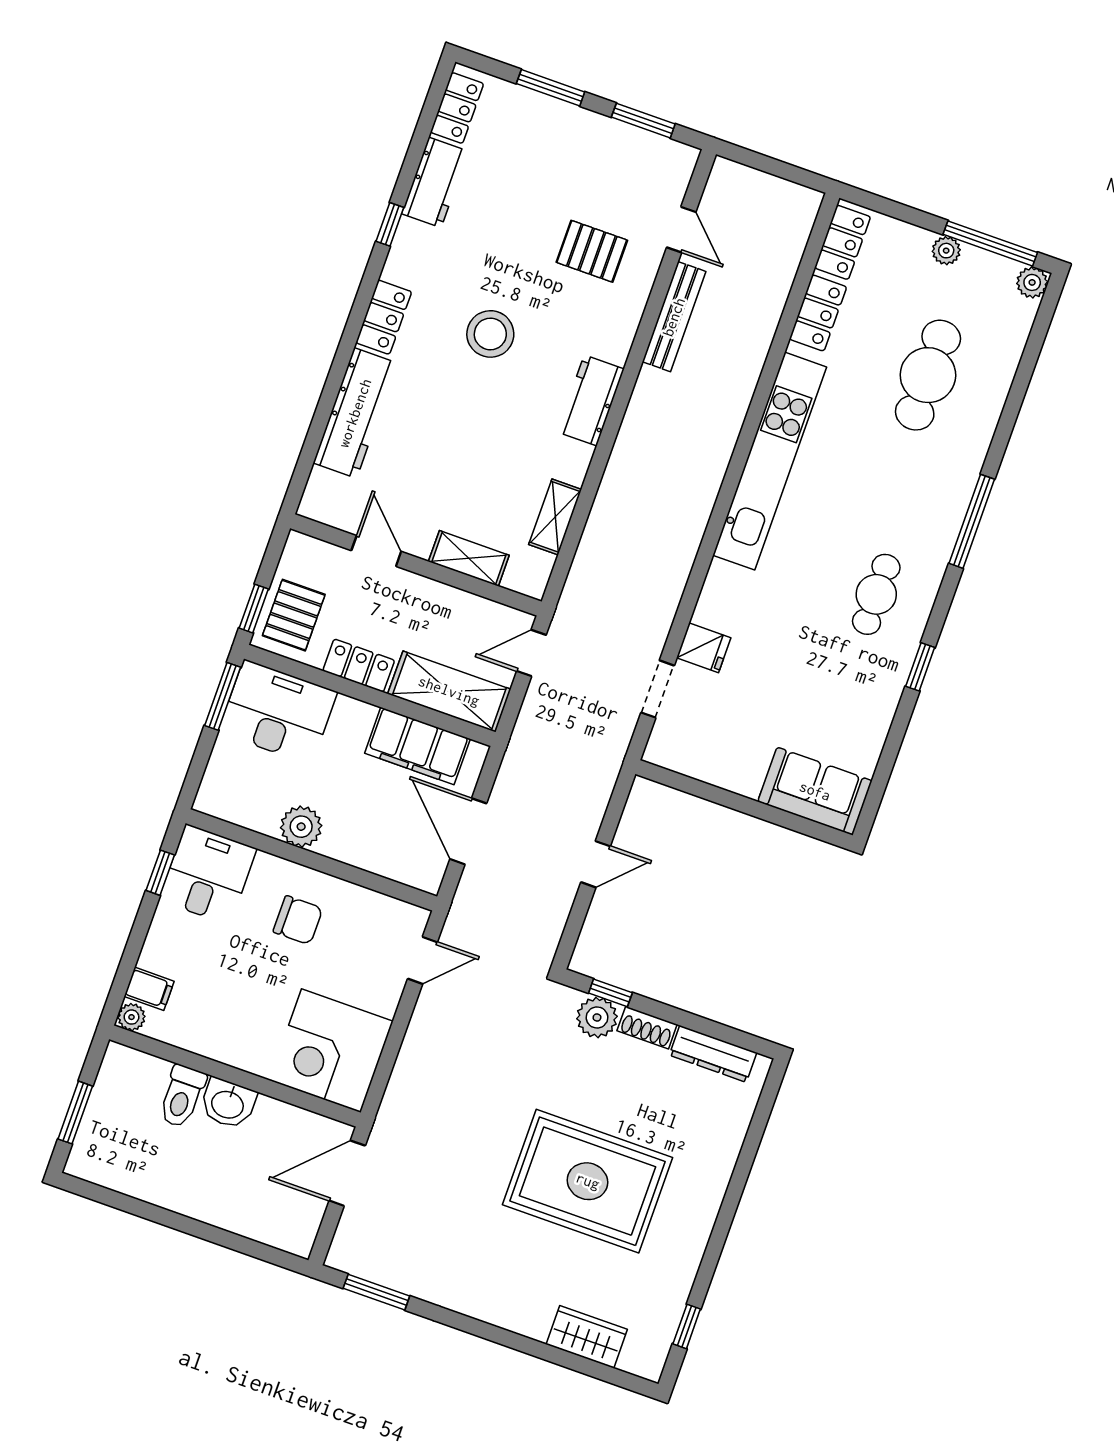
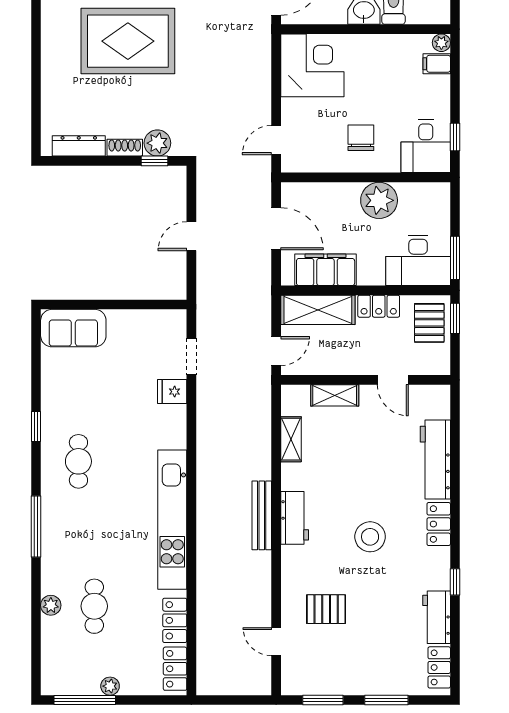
plant: (1032, 282) -> (51, 605), moved
bench: (674, 317) -> (262, 515), moved
cafe table: (928, 375) -> (94, 606), width x0.73, depth x0.74
plant: (301, 827) -> (379, 200), width x1.36, depth x1.36
chair: (298, 920) -> (361, 138), turned 90

